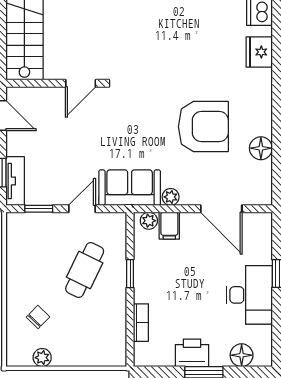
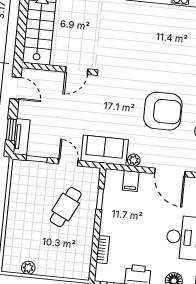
door: (82, 209) -> (68, 162), hinge flipped
plant: (149, 221) -> (116, 176), removed
window: (130, 274) -> (100, 199), moved
chair: (38, 317) -> (28, 238), removed

